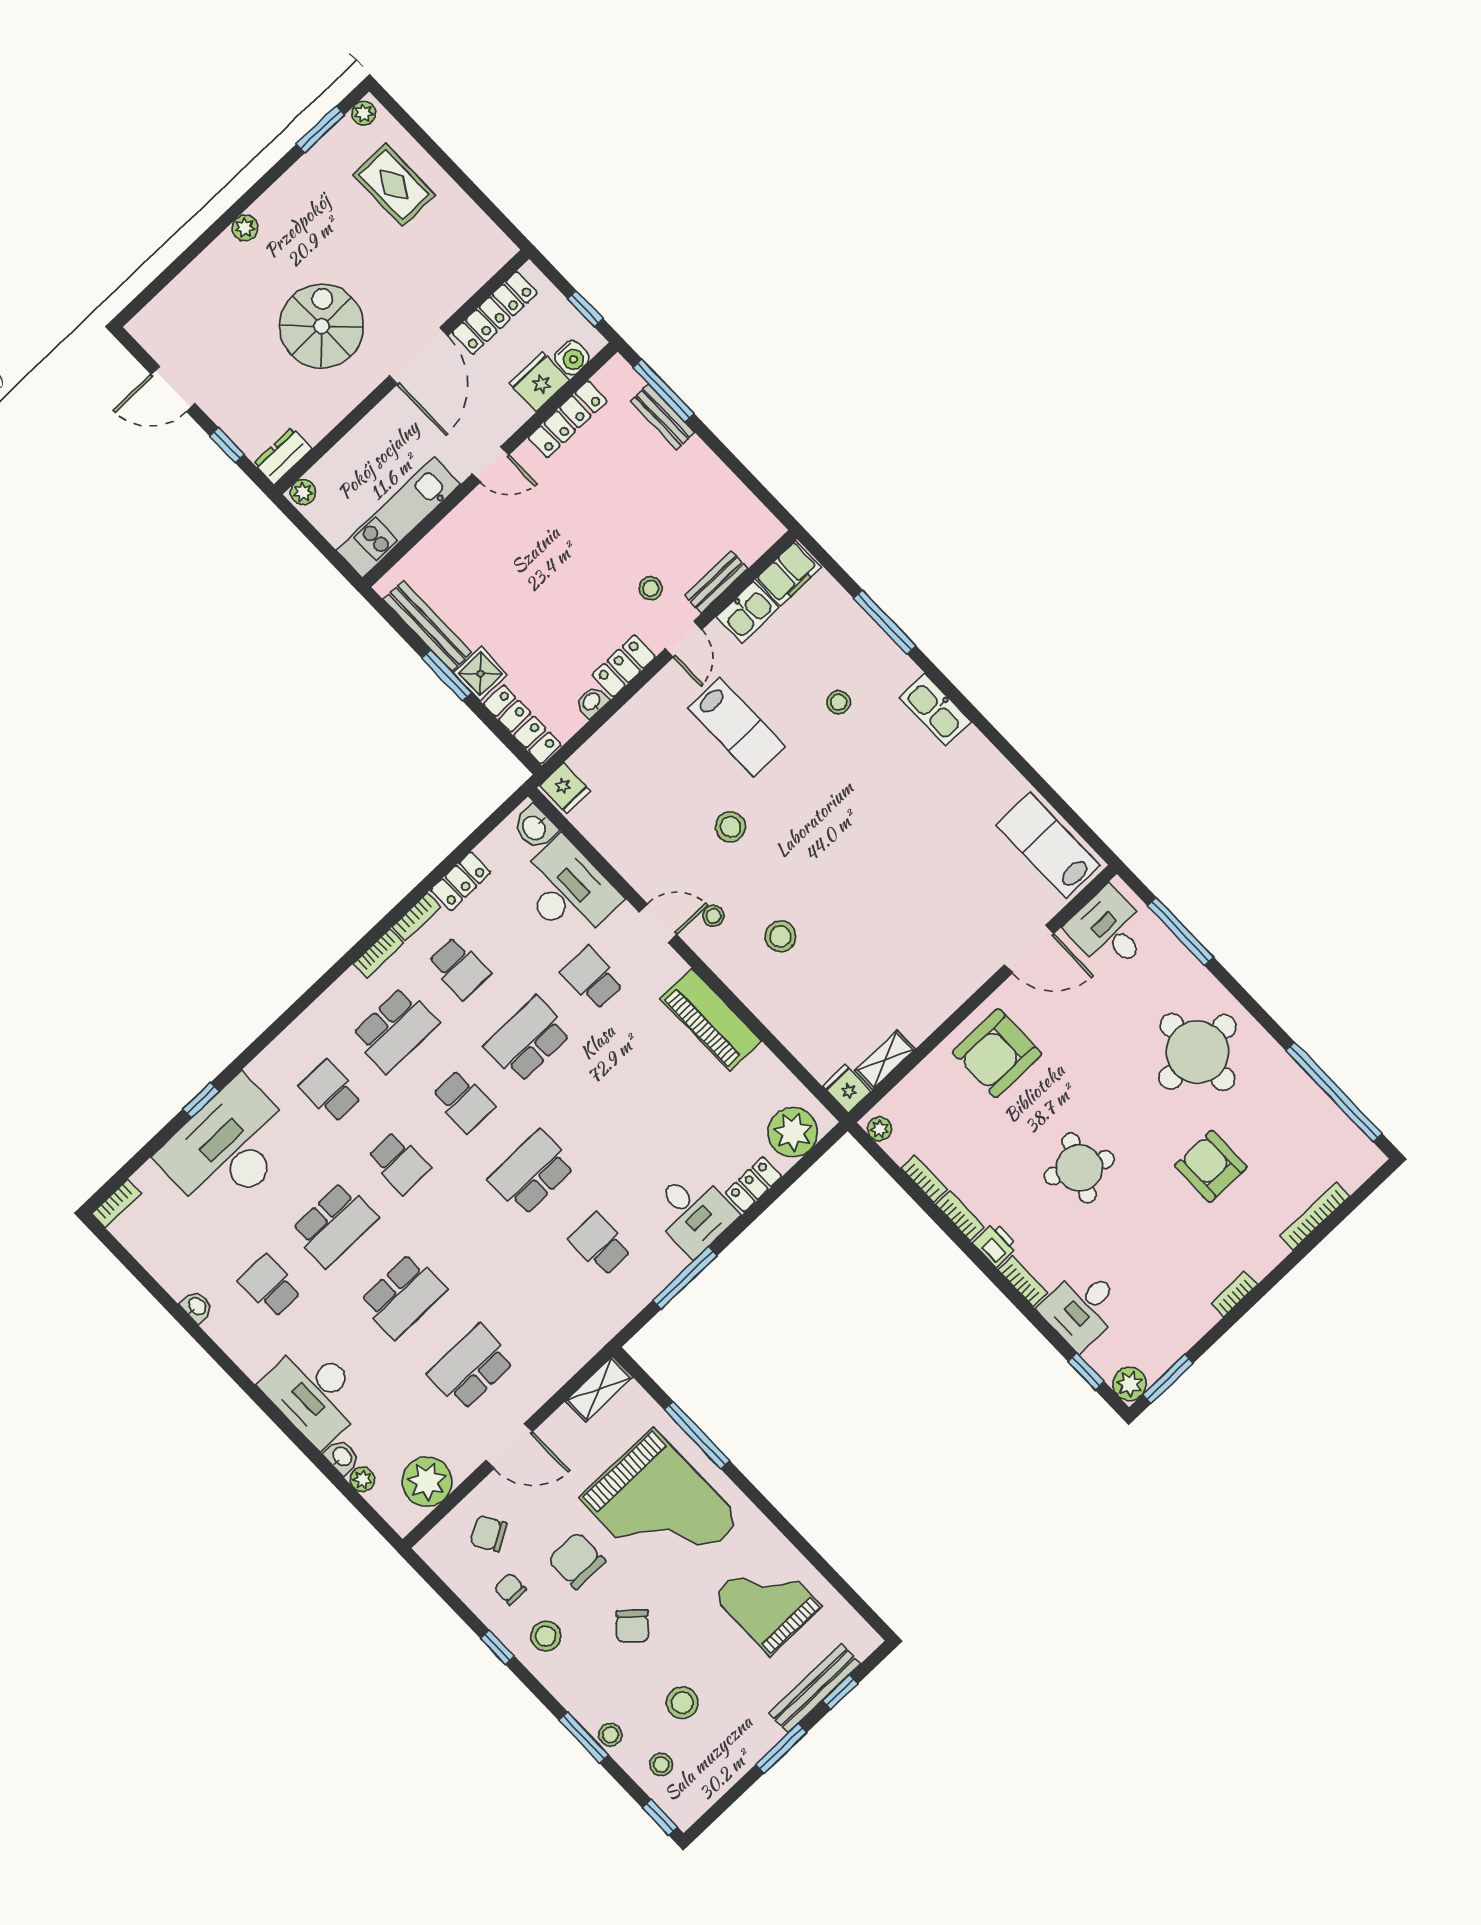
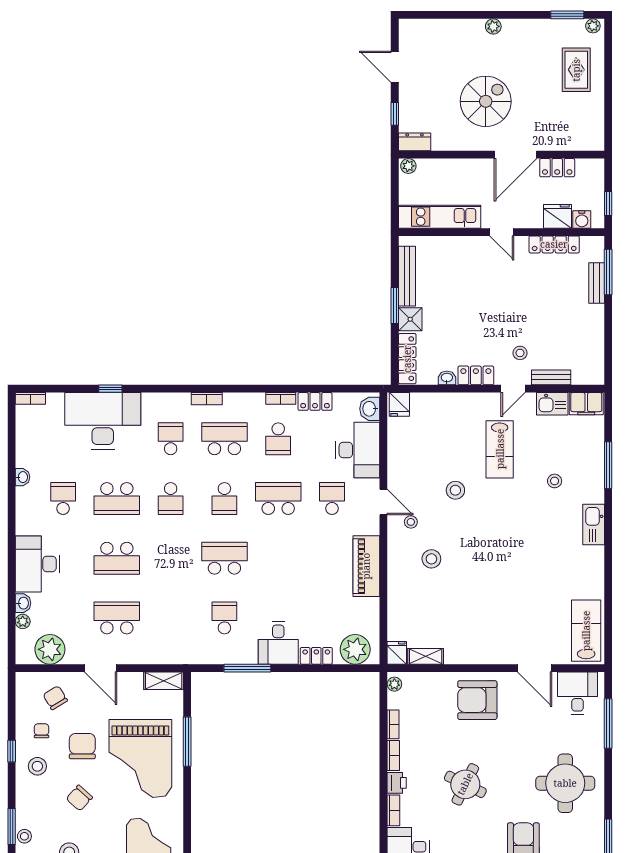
locker: (495, 313) -> (557, 168), width x0.66
bookcase: (378, 953) -> (207, 399), moved
school desk: (395, 1030) -> (224, 439), turned 180

